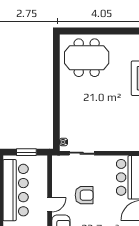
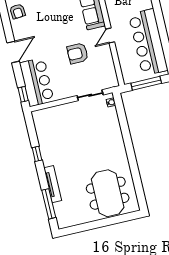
meeting table: (87, 58) -> (108, 193), turned 90
window: (26, 152) -> (146, 83), width x1.44

